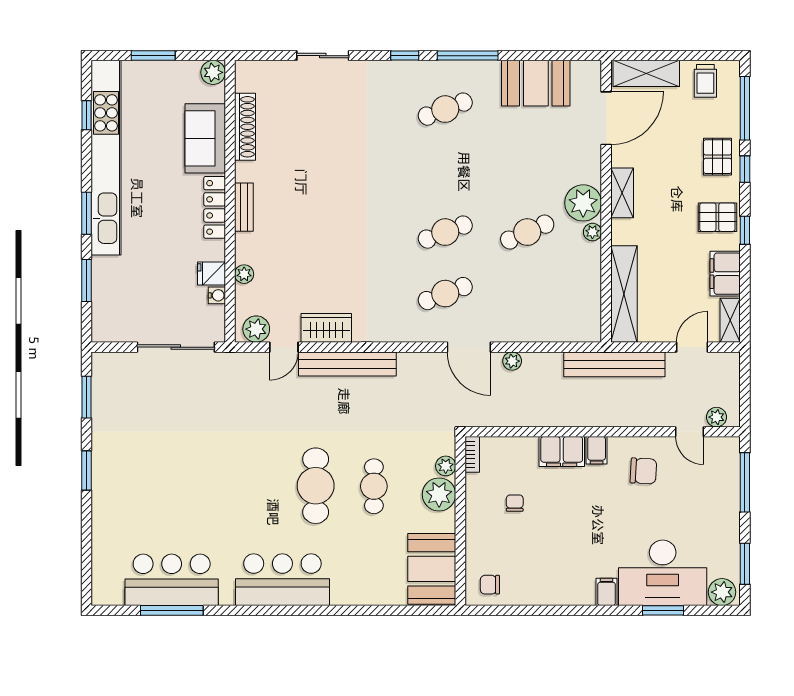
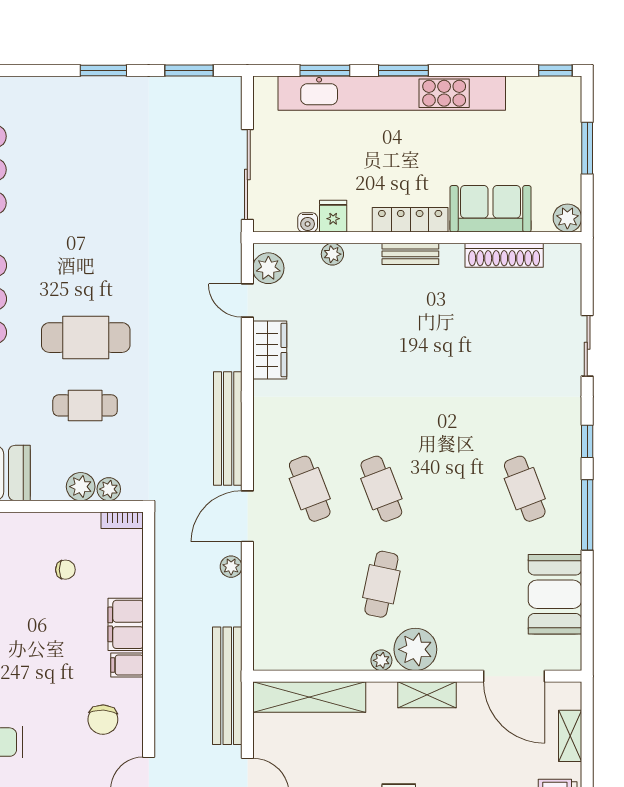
shelving: (646, 73) -> (570, 736), width x0.67, depth x0.75
window: (87, 115) -> (555, 71), moved
kitchen unit: (106, 158) -> (392, 93), moved
cafe table: (527, 232) -> (381, 584), turned 36
bench: (347, 364) -> (228, 429), moved
plant: (439, 494) -> (81, 487), width x0.73, depth x0.73

